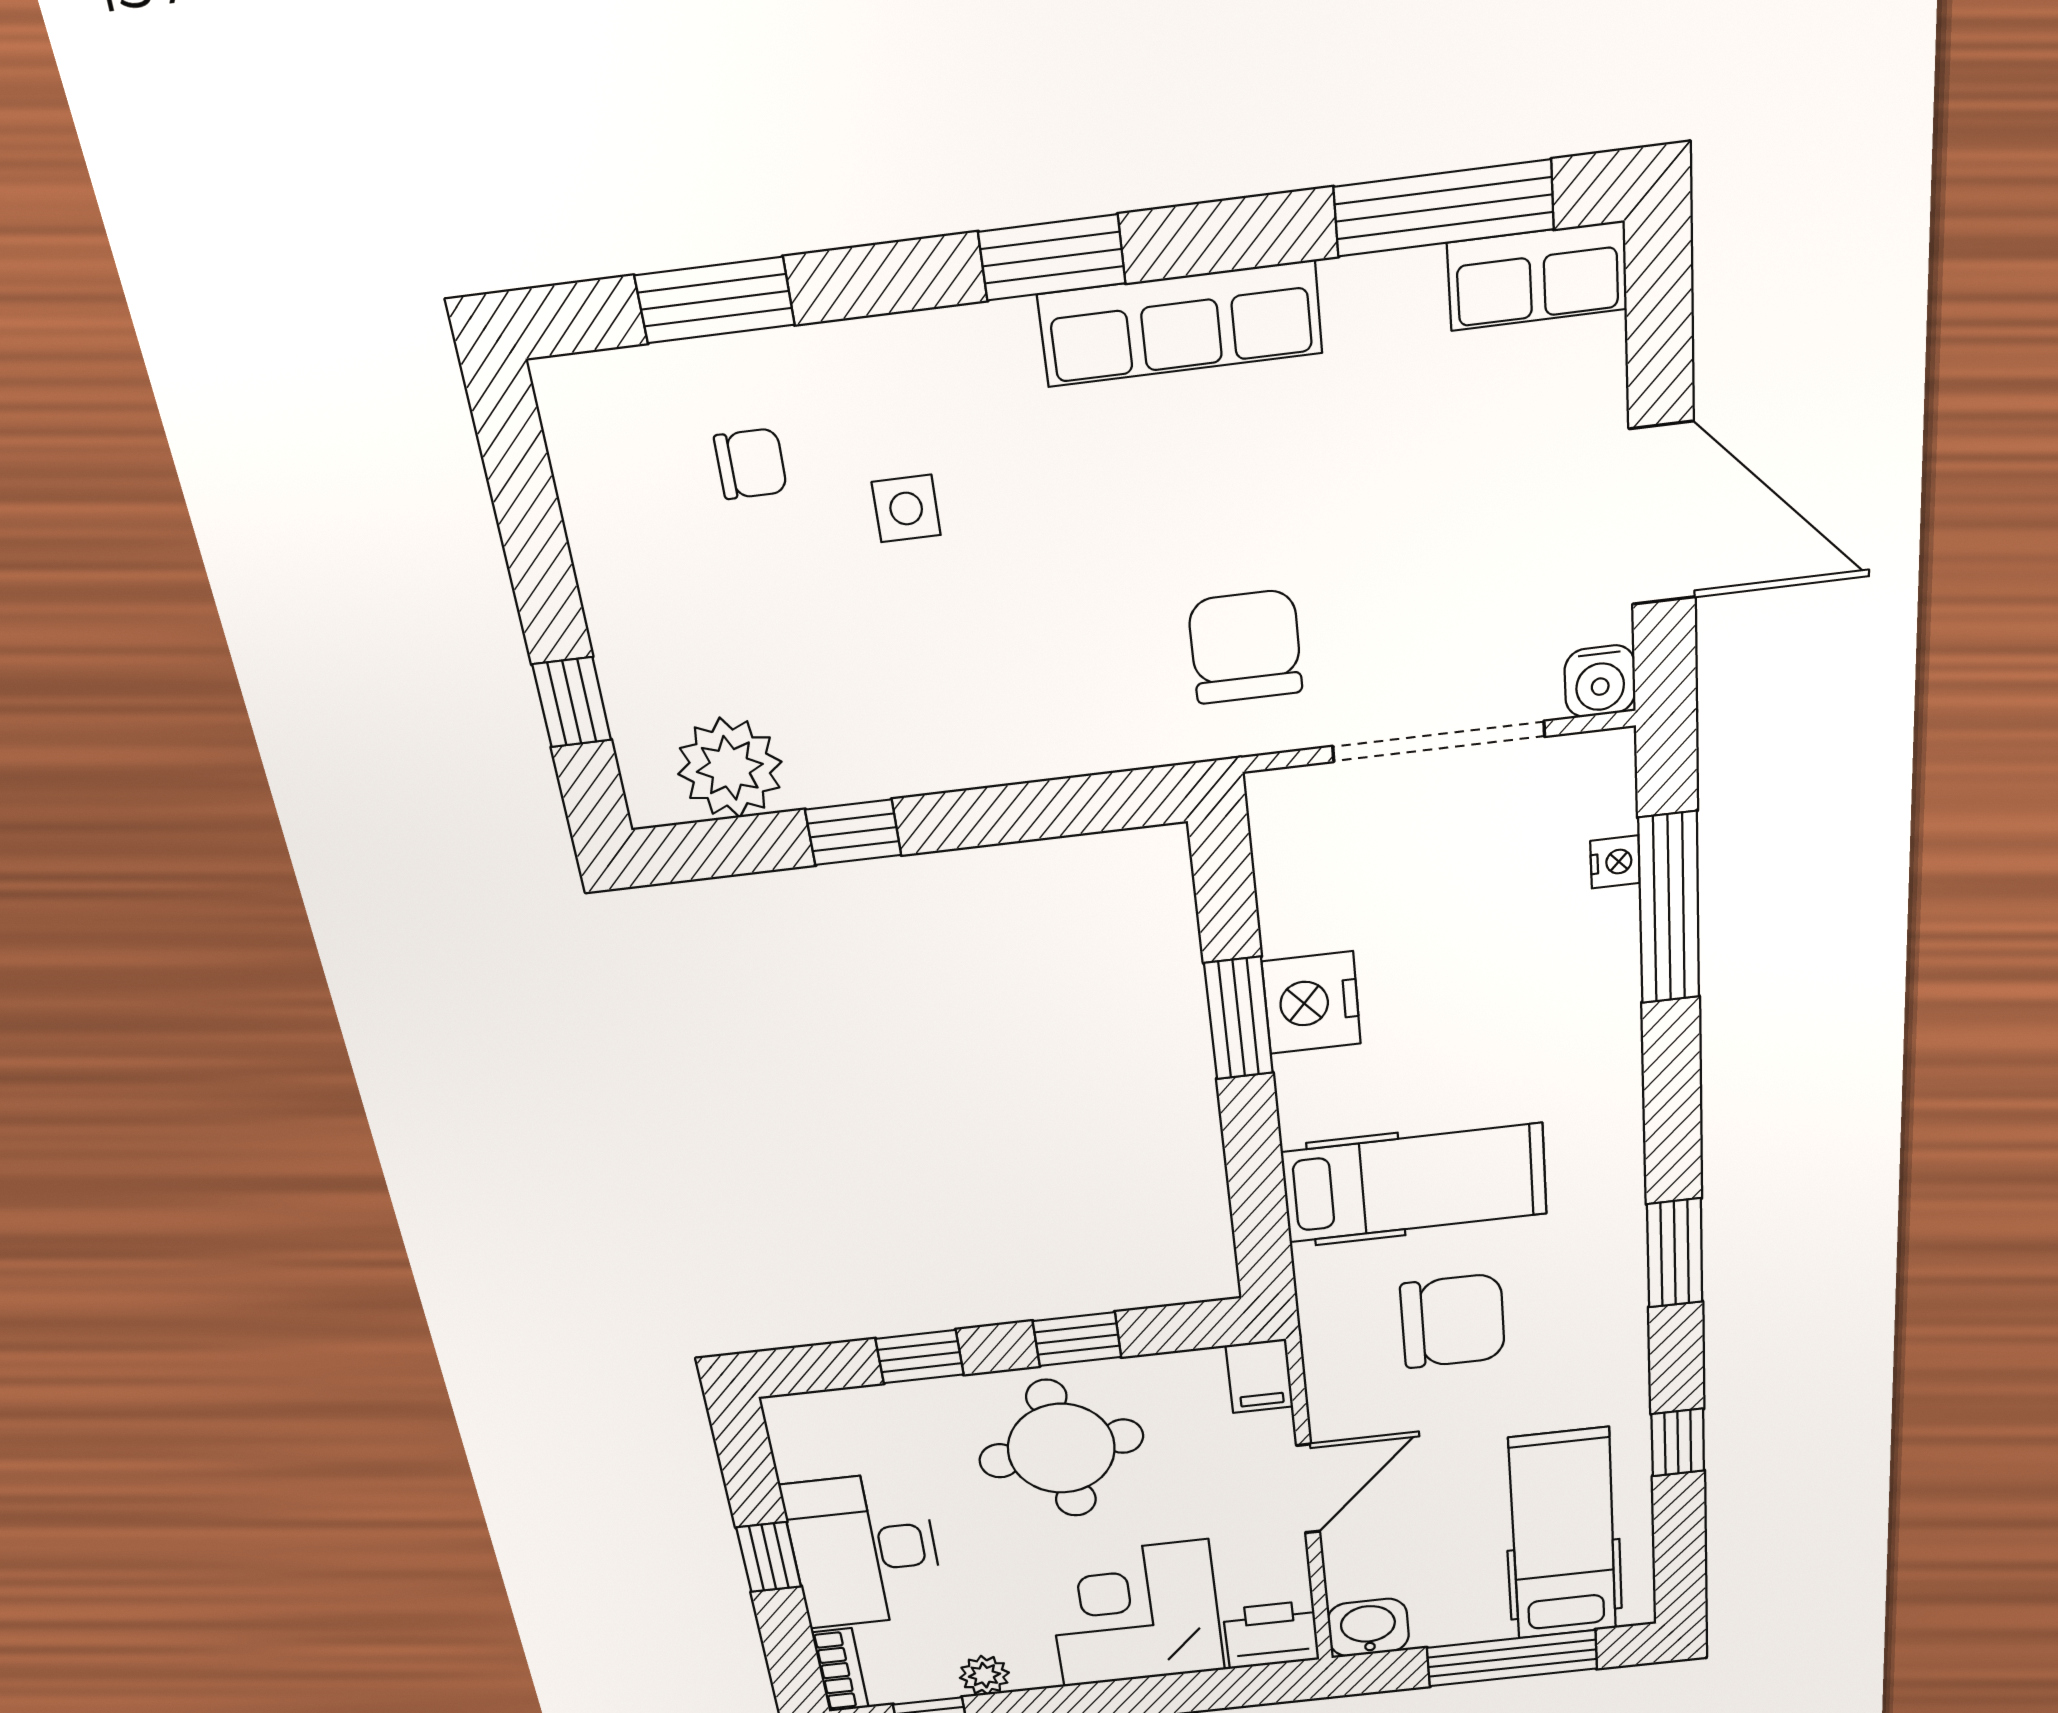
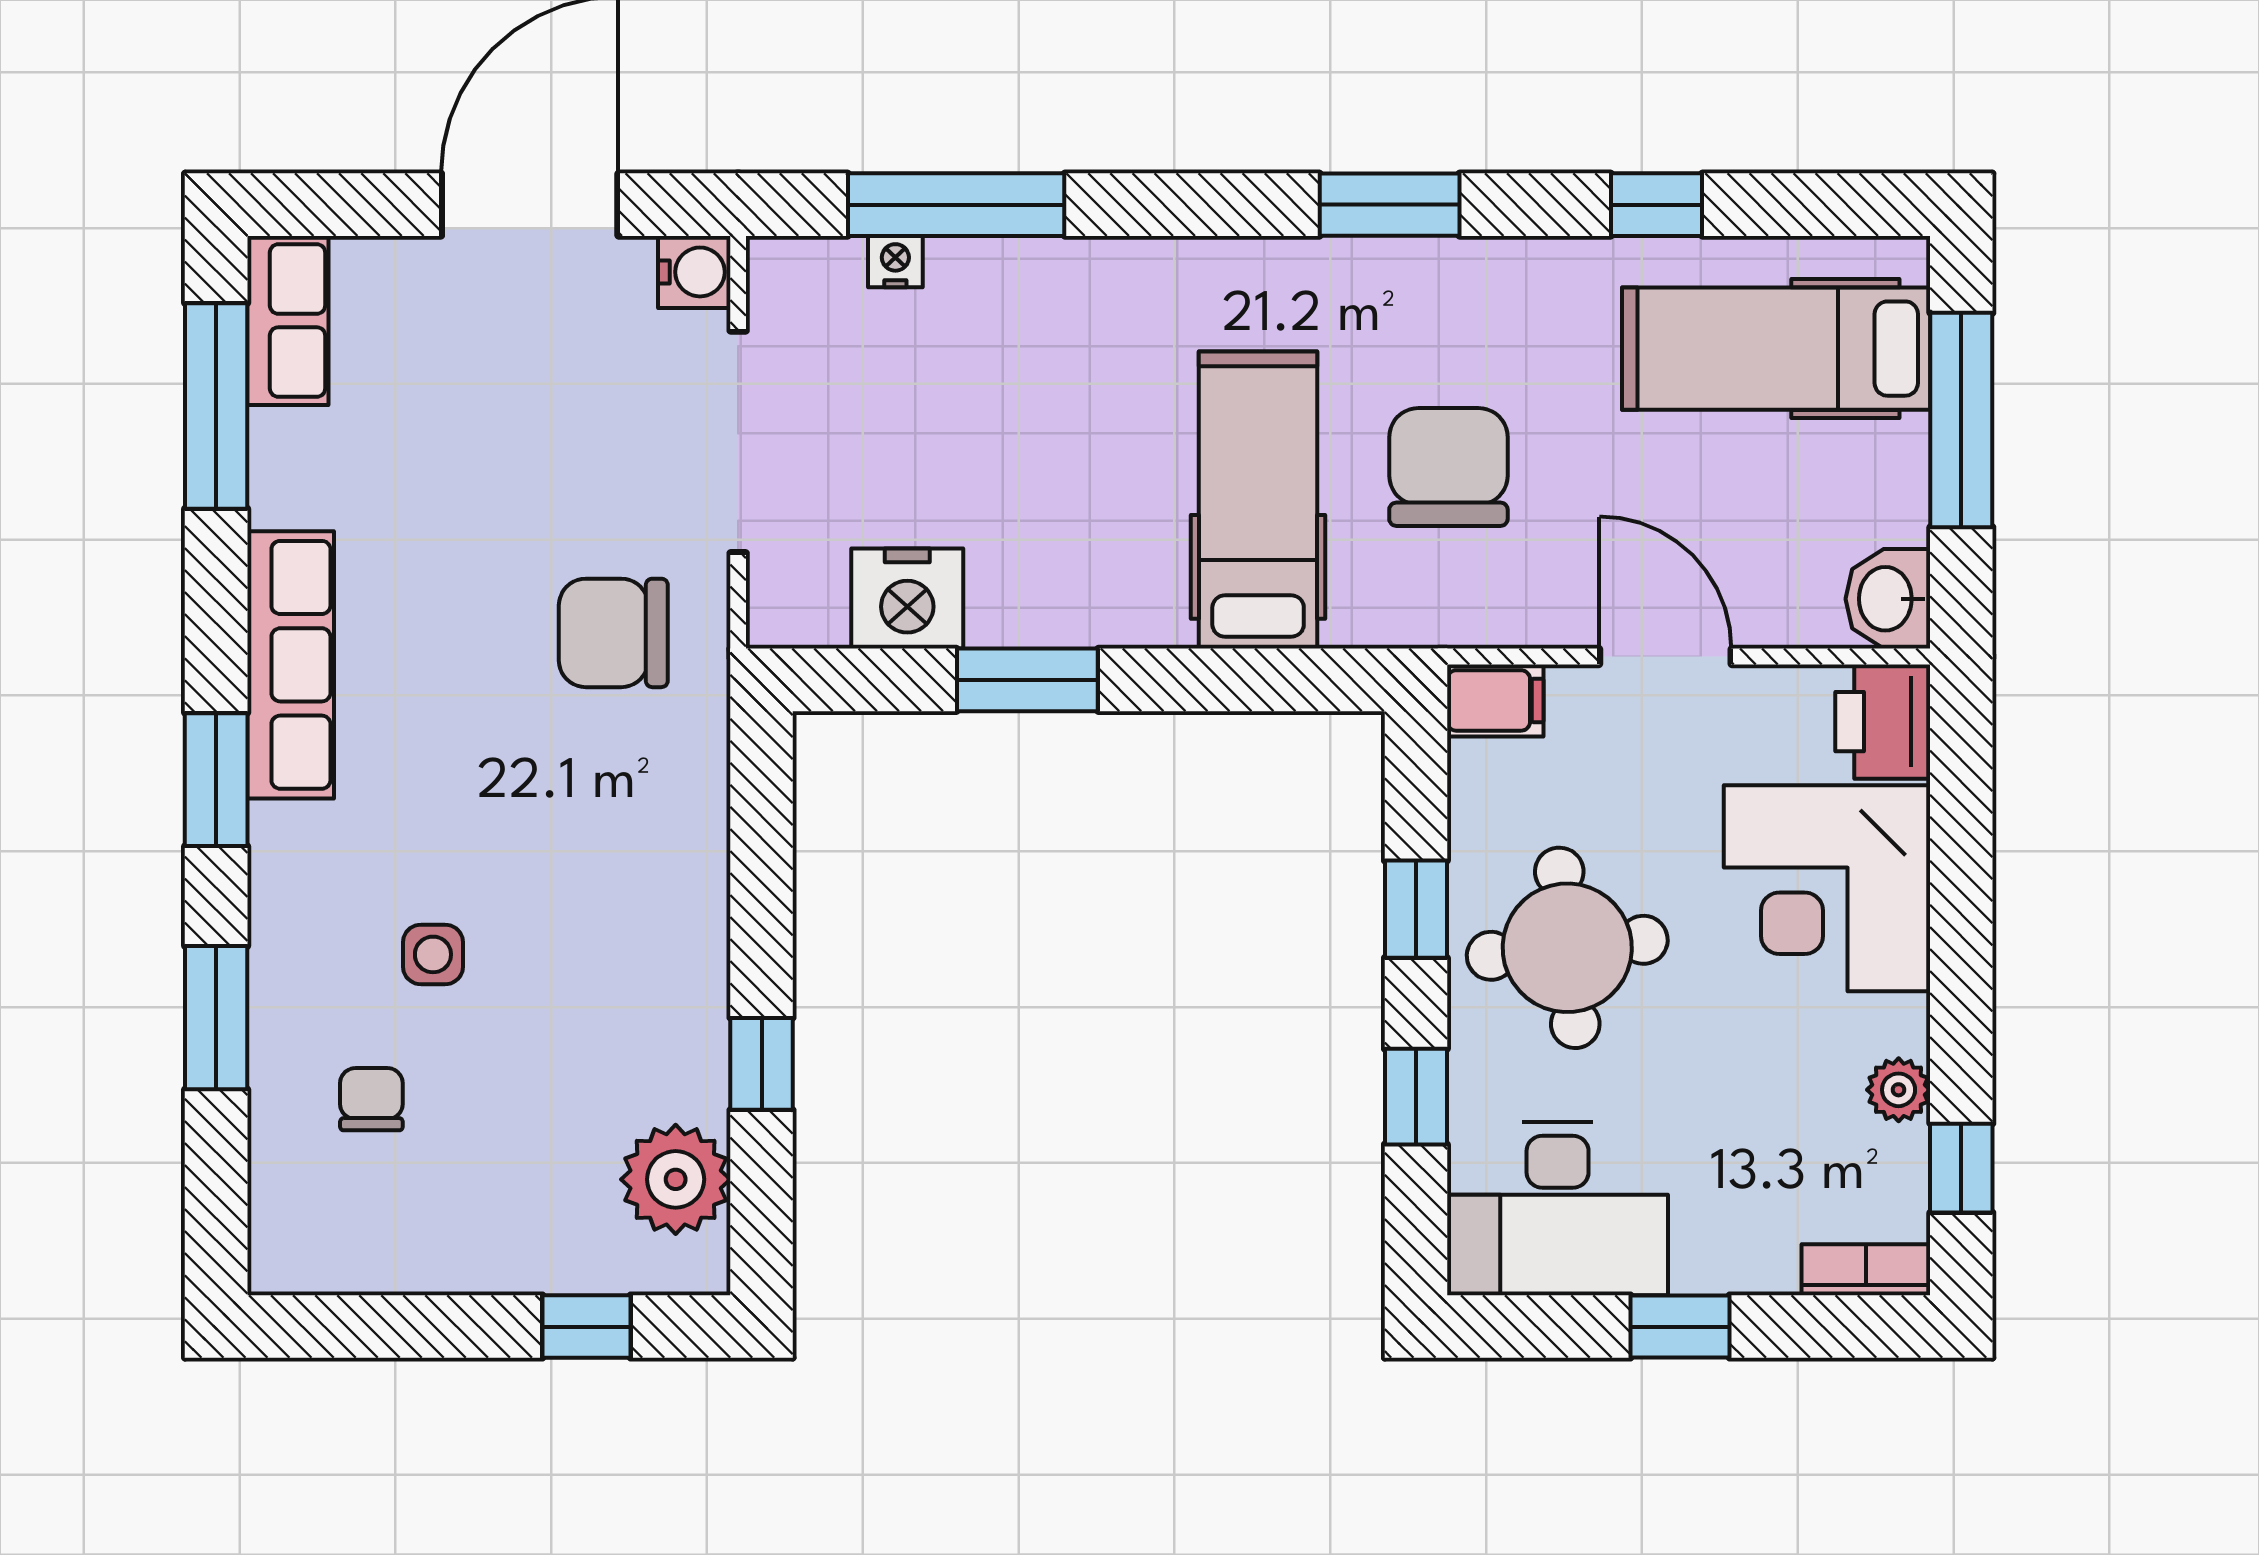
window: (715, 300) -> (216, 1018), moved
nightstand: (1311, 1003) -> (907, 599), moved
desk: (864, 1550) -> (1558, 1209), moved

